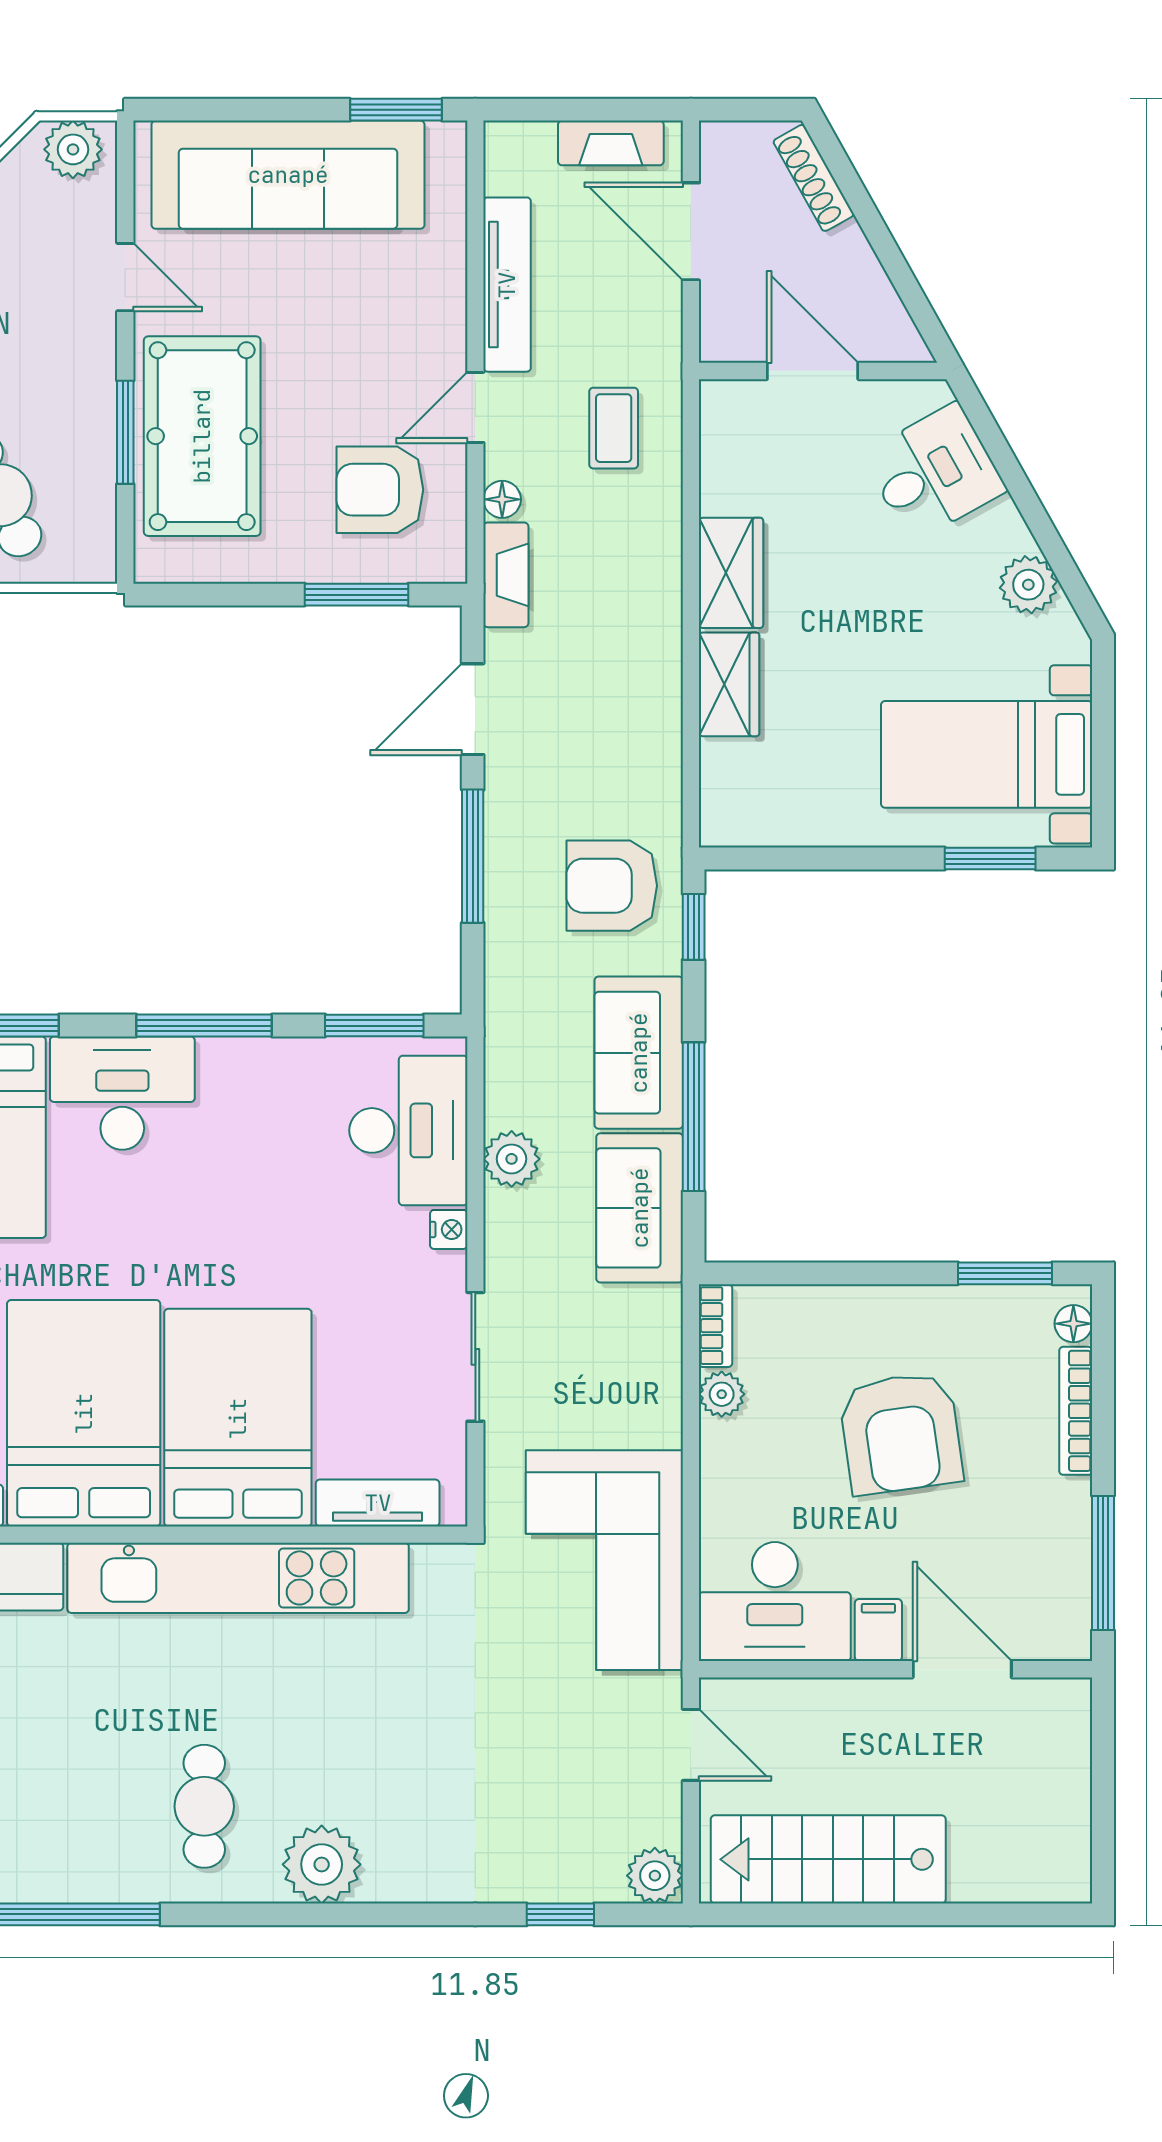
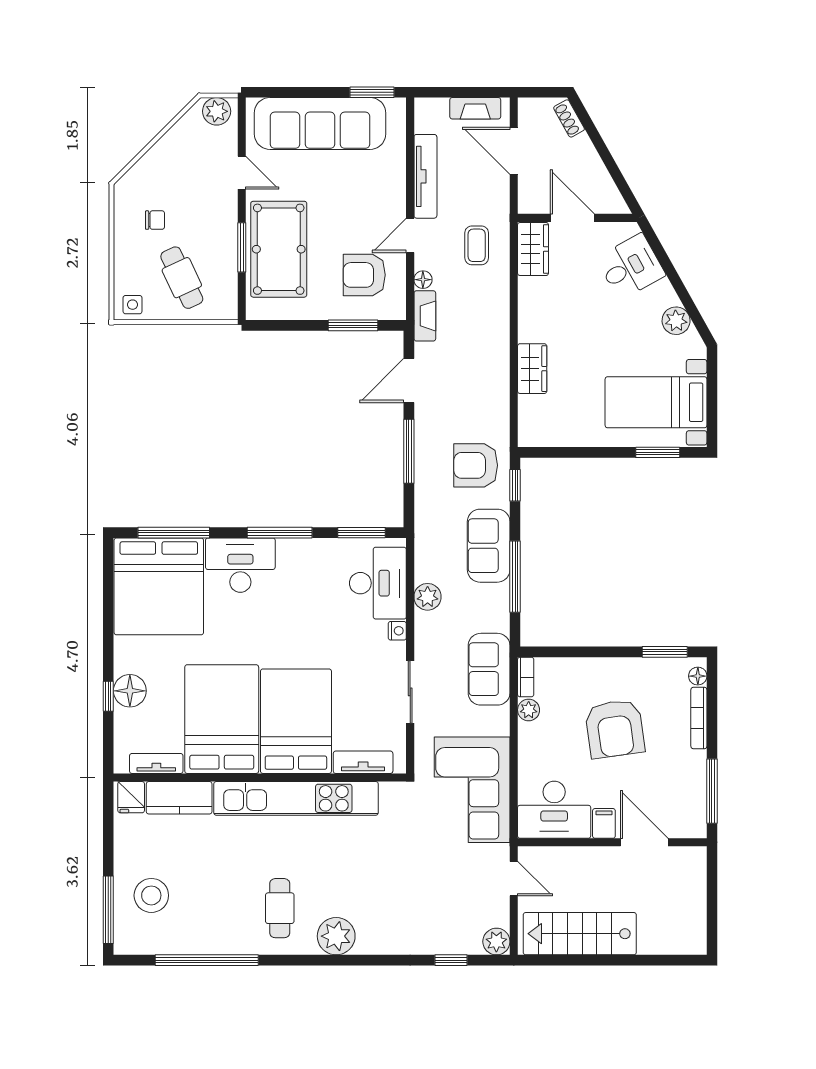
shoe rack: (814, 178) -> (569, 118), width x0.70
wardrobe: (731, 573) -> (533, 249), moved
sofa: (640, 1208) -> (489, 669), moved

